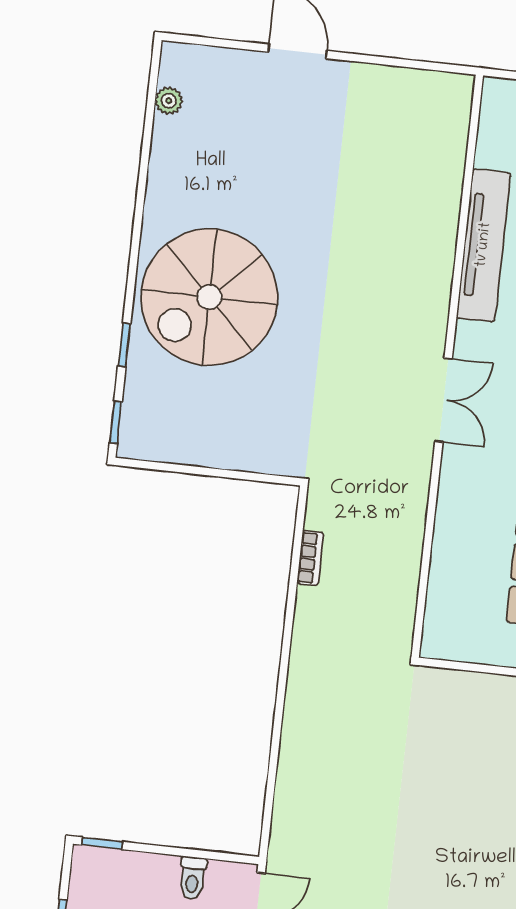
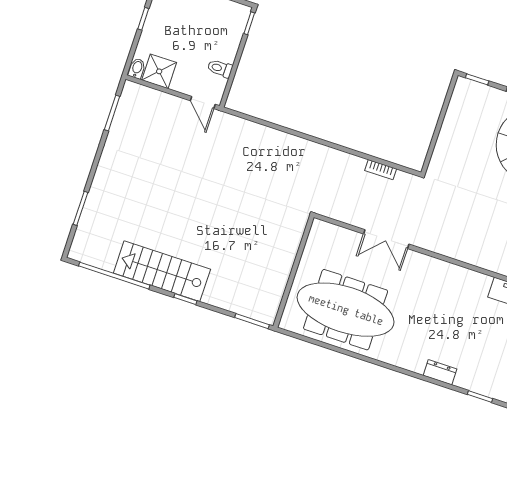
double door: (444, 400) -> (386, 239), moved

